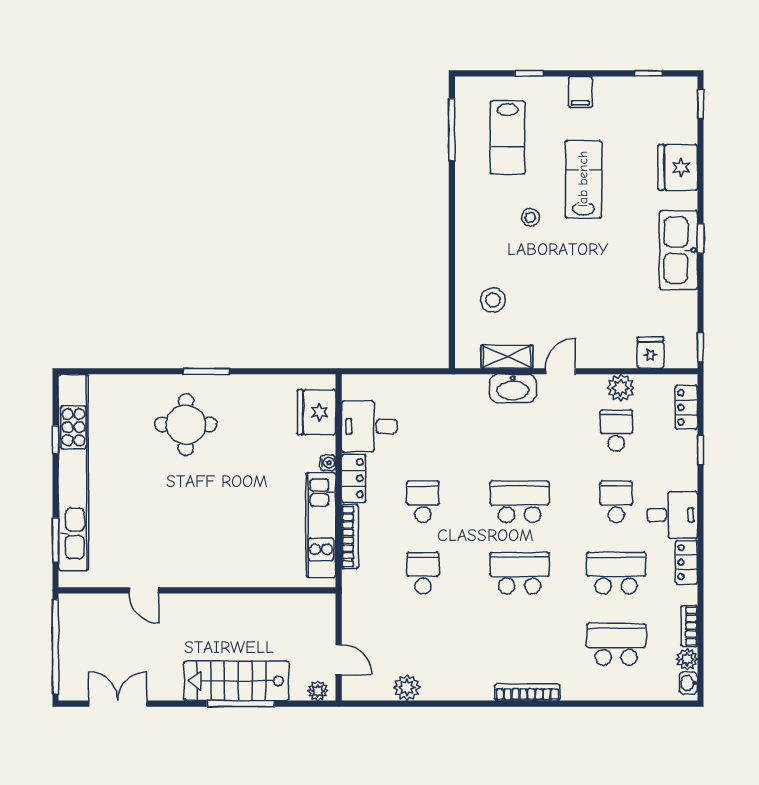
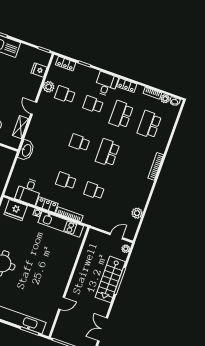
washbasin: (513, 388) -> (26, 150), moved
school desk: (520, 502) -> (79, 143), width x0.54

